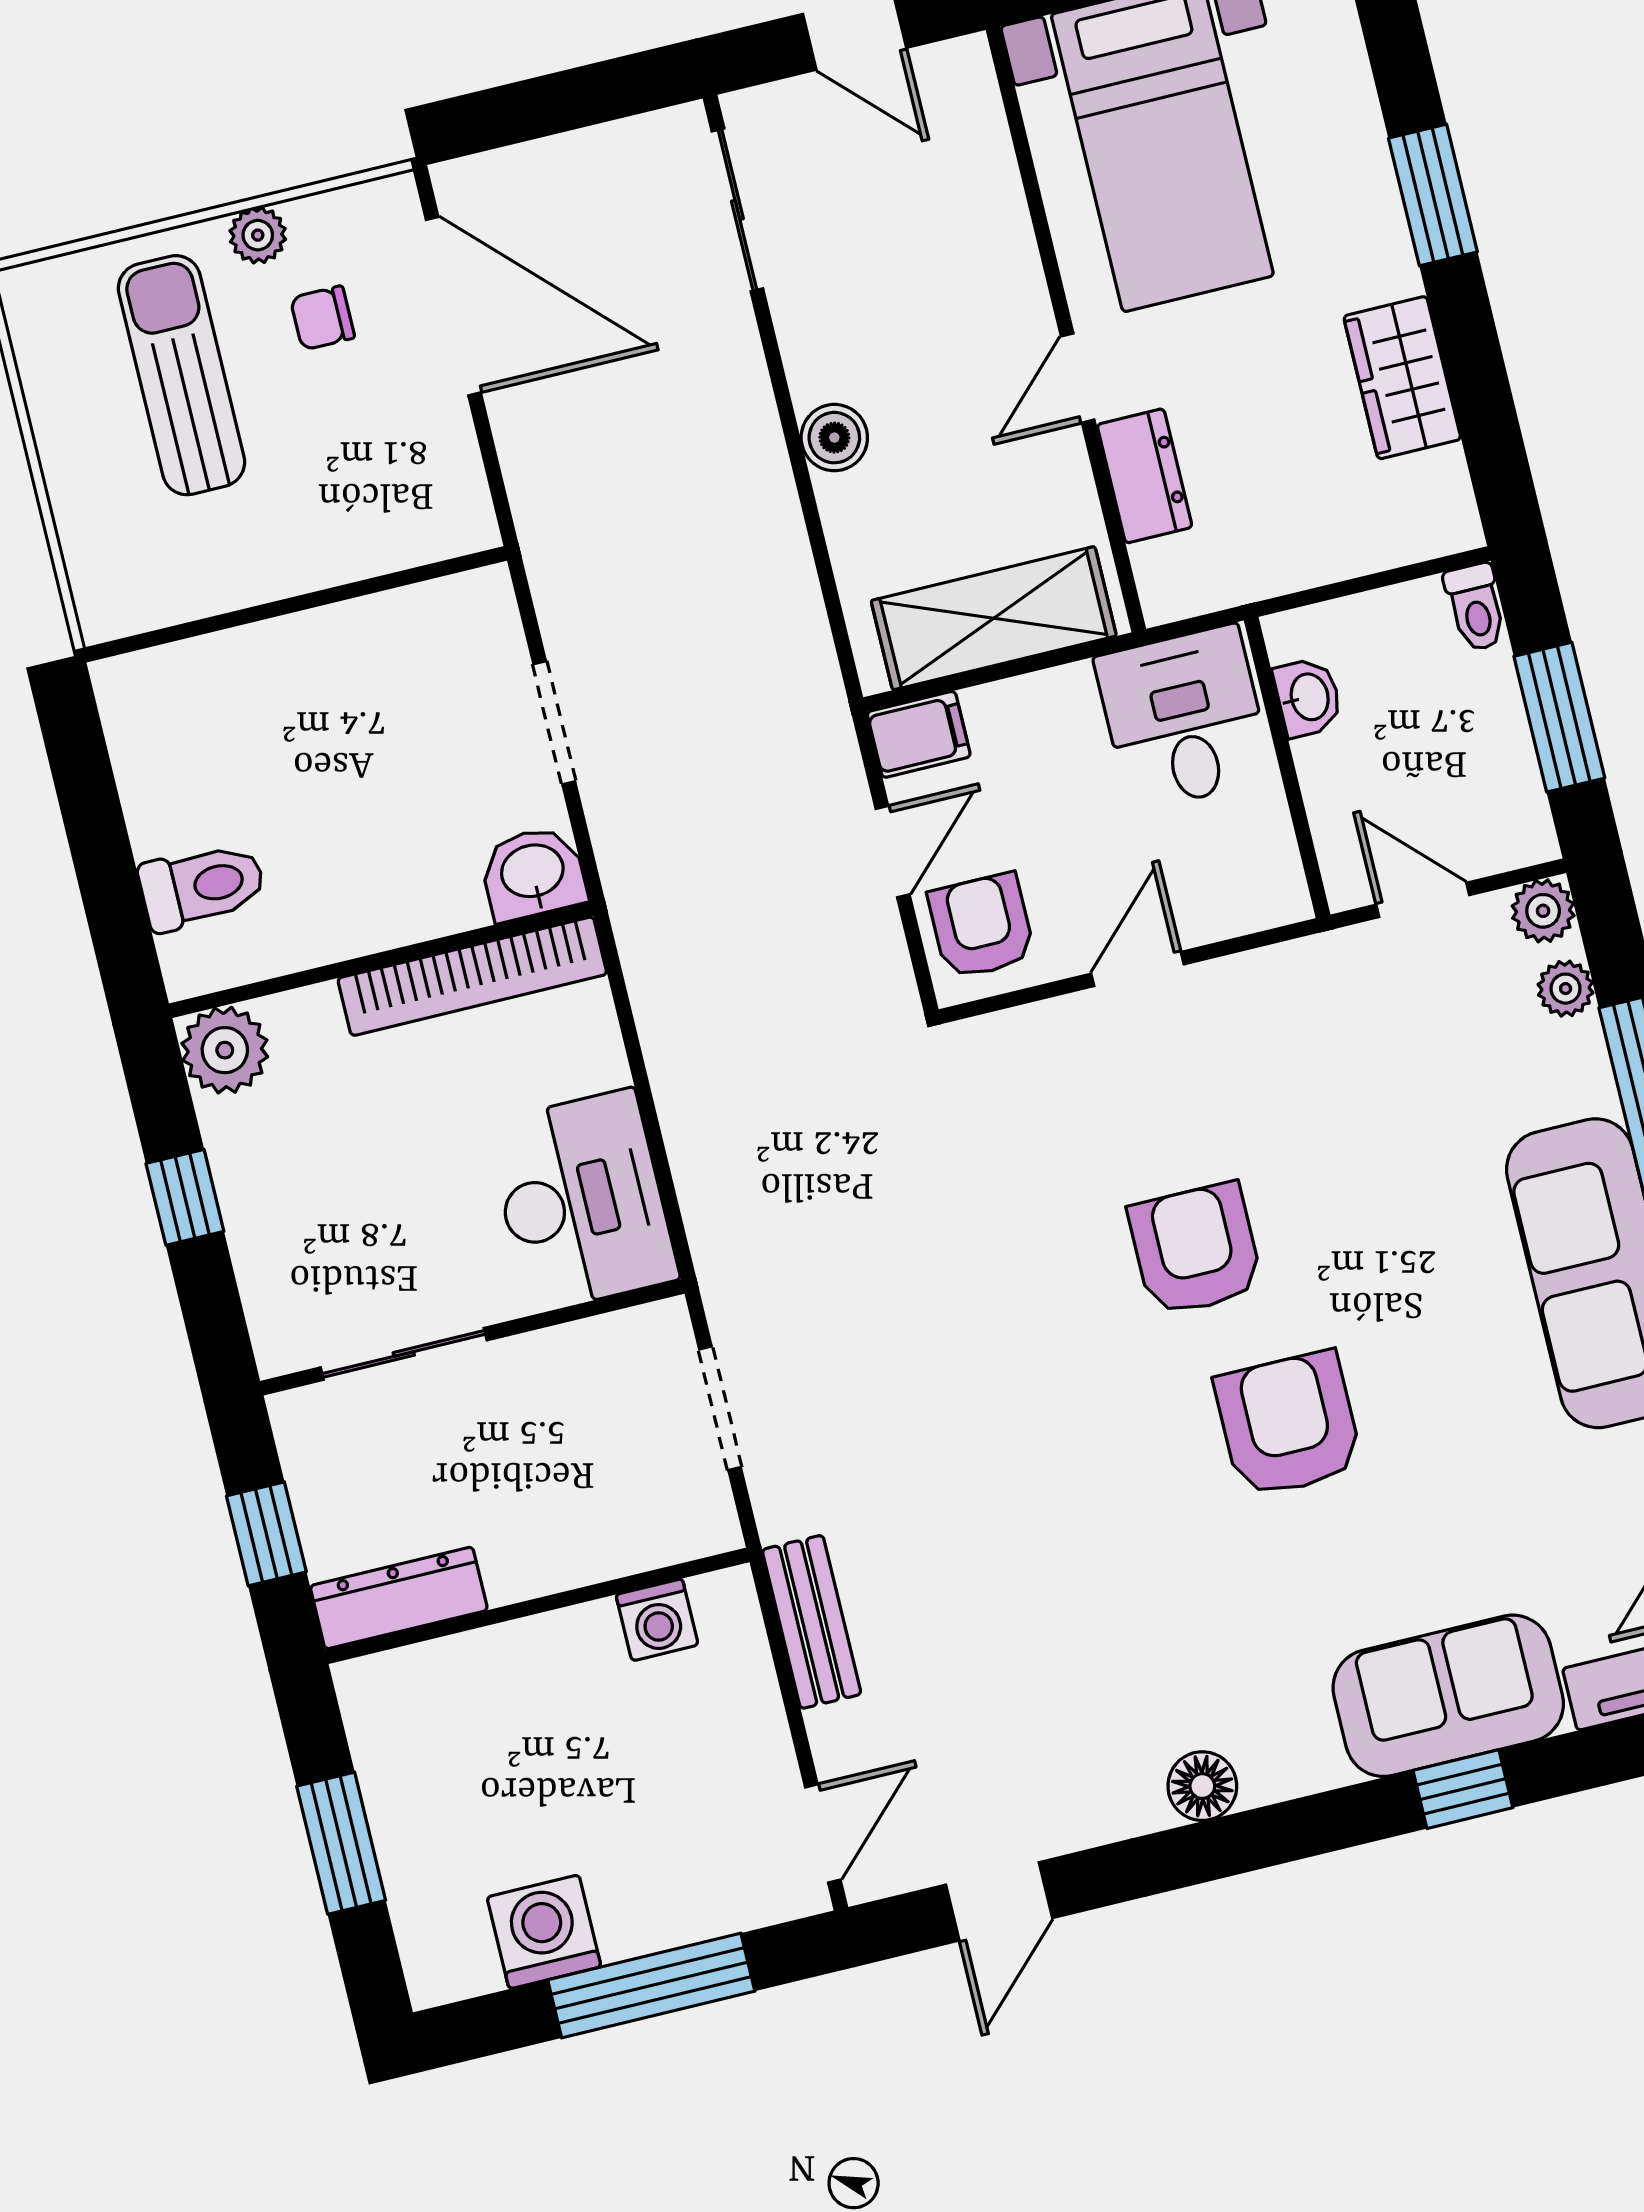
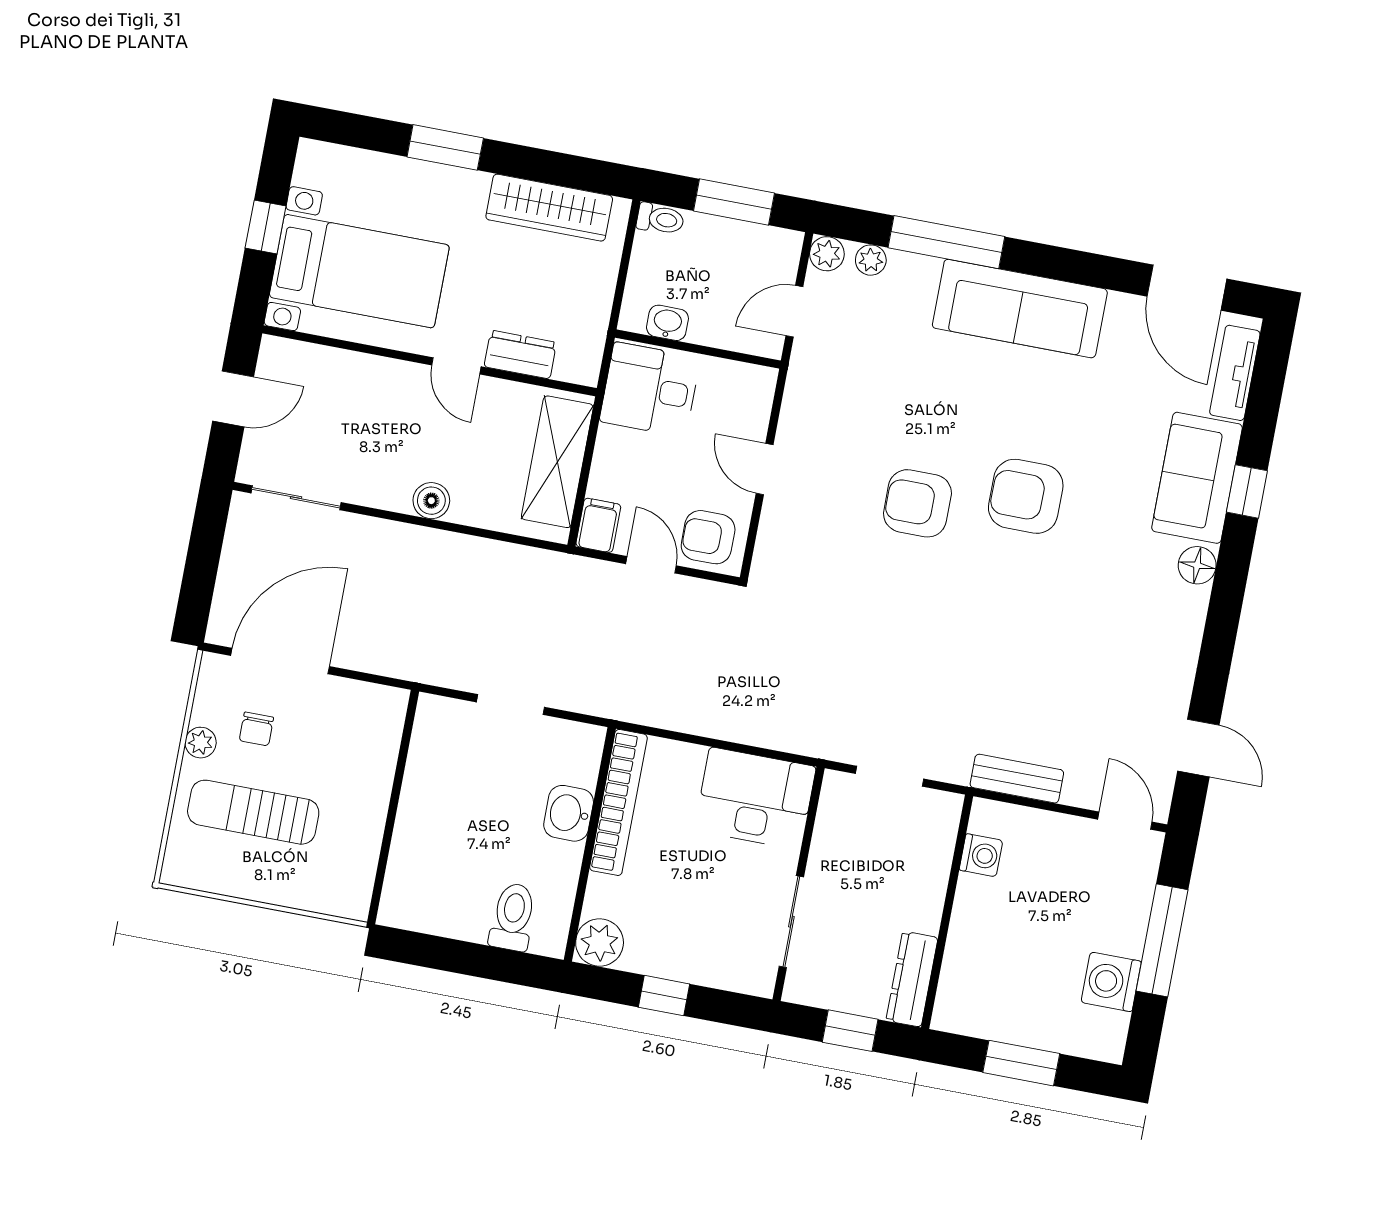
wardrobe: (1402, 378) -> (549, 208), width x1.50
washbasin: (533, 873) -> (569, 813), moved
floor lamp: (1202, 1786) -> (1197, 565), moved

